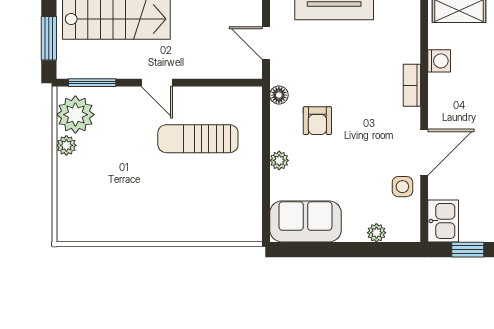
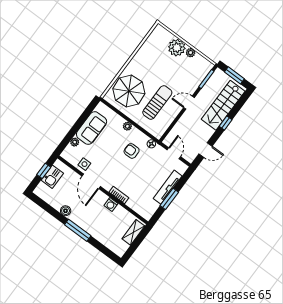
door: (266, 43) -> (174, 153), hinge flipped
washing machine: (439, 61) -> (111, 204), moved
plant: (75, 115) -> (177, 48), moved
parasol: (215, 204) -> (129, 91), added
sofa: (305, 221) -> (92, 128), moved
kitchen sink: (443, 221) -> (52, 177), moved, turned -90

